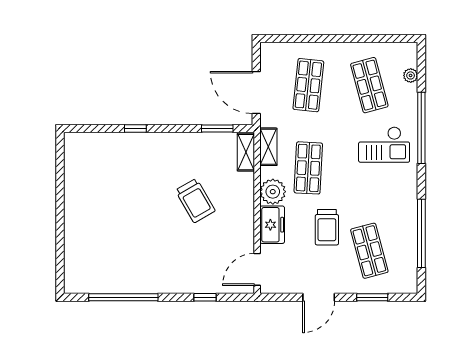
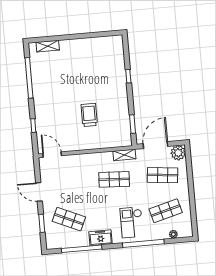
shelving: (246, 152) -> (48, 46), moved
plant: (273, 192) -> (178, 153), moved
trolley: (195, 201) -> (89, 115), turned 120
freezer: (272, 225) -> (101, 238), moved, turned 180
trolley: (327, 227) -> (80, 193), removed
shop shelf: (369, 251) -> (69, 219), turned 39

